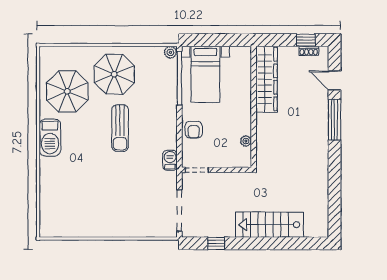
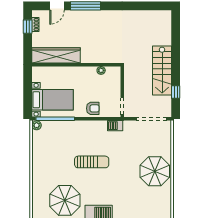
parasol: (114, 74) -> (155, 171), moved
stairs: (269, 225) -> (162, 70), moved

